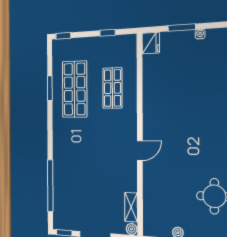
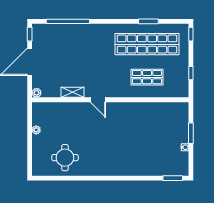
fridge: (151, 43) -> (181, 109), removed
shop shelf: (75, 89) -> (147, 44), width x1.40
shelving: (131, 207) -> (73, 92), moved

